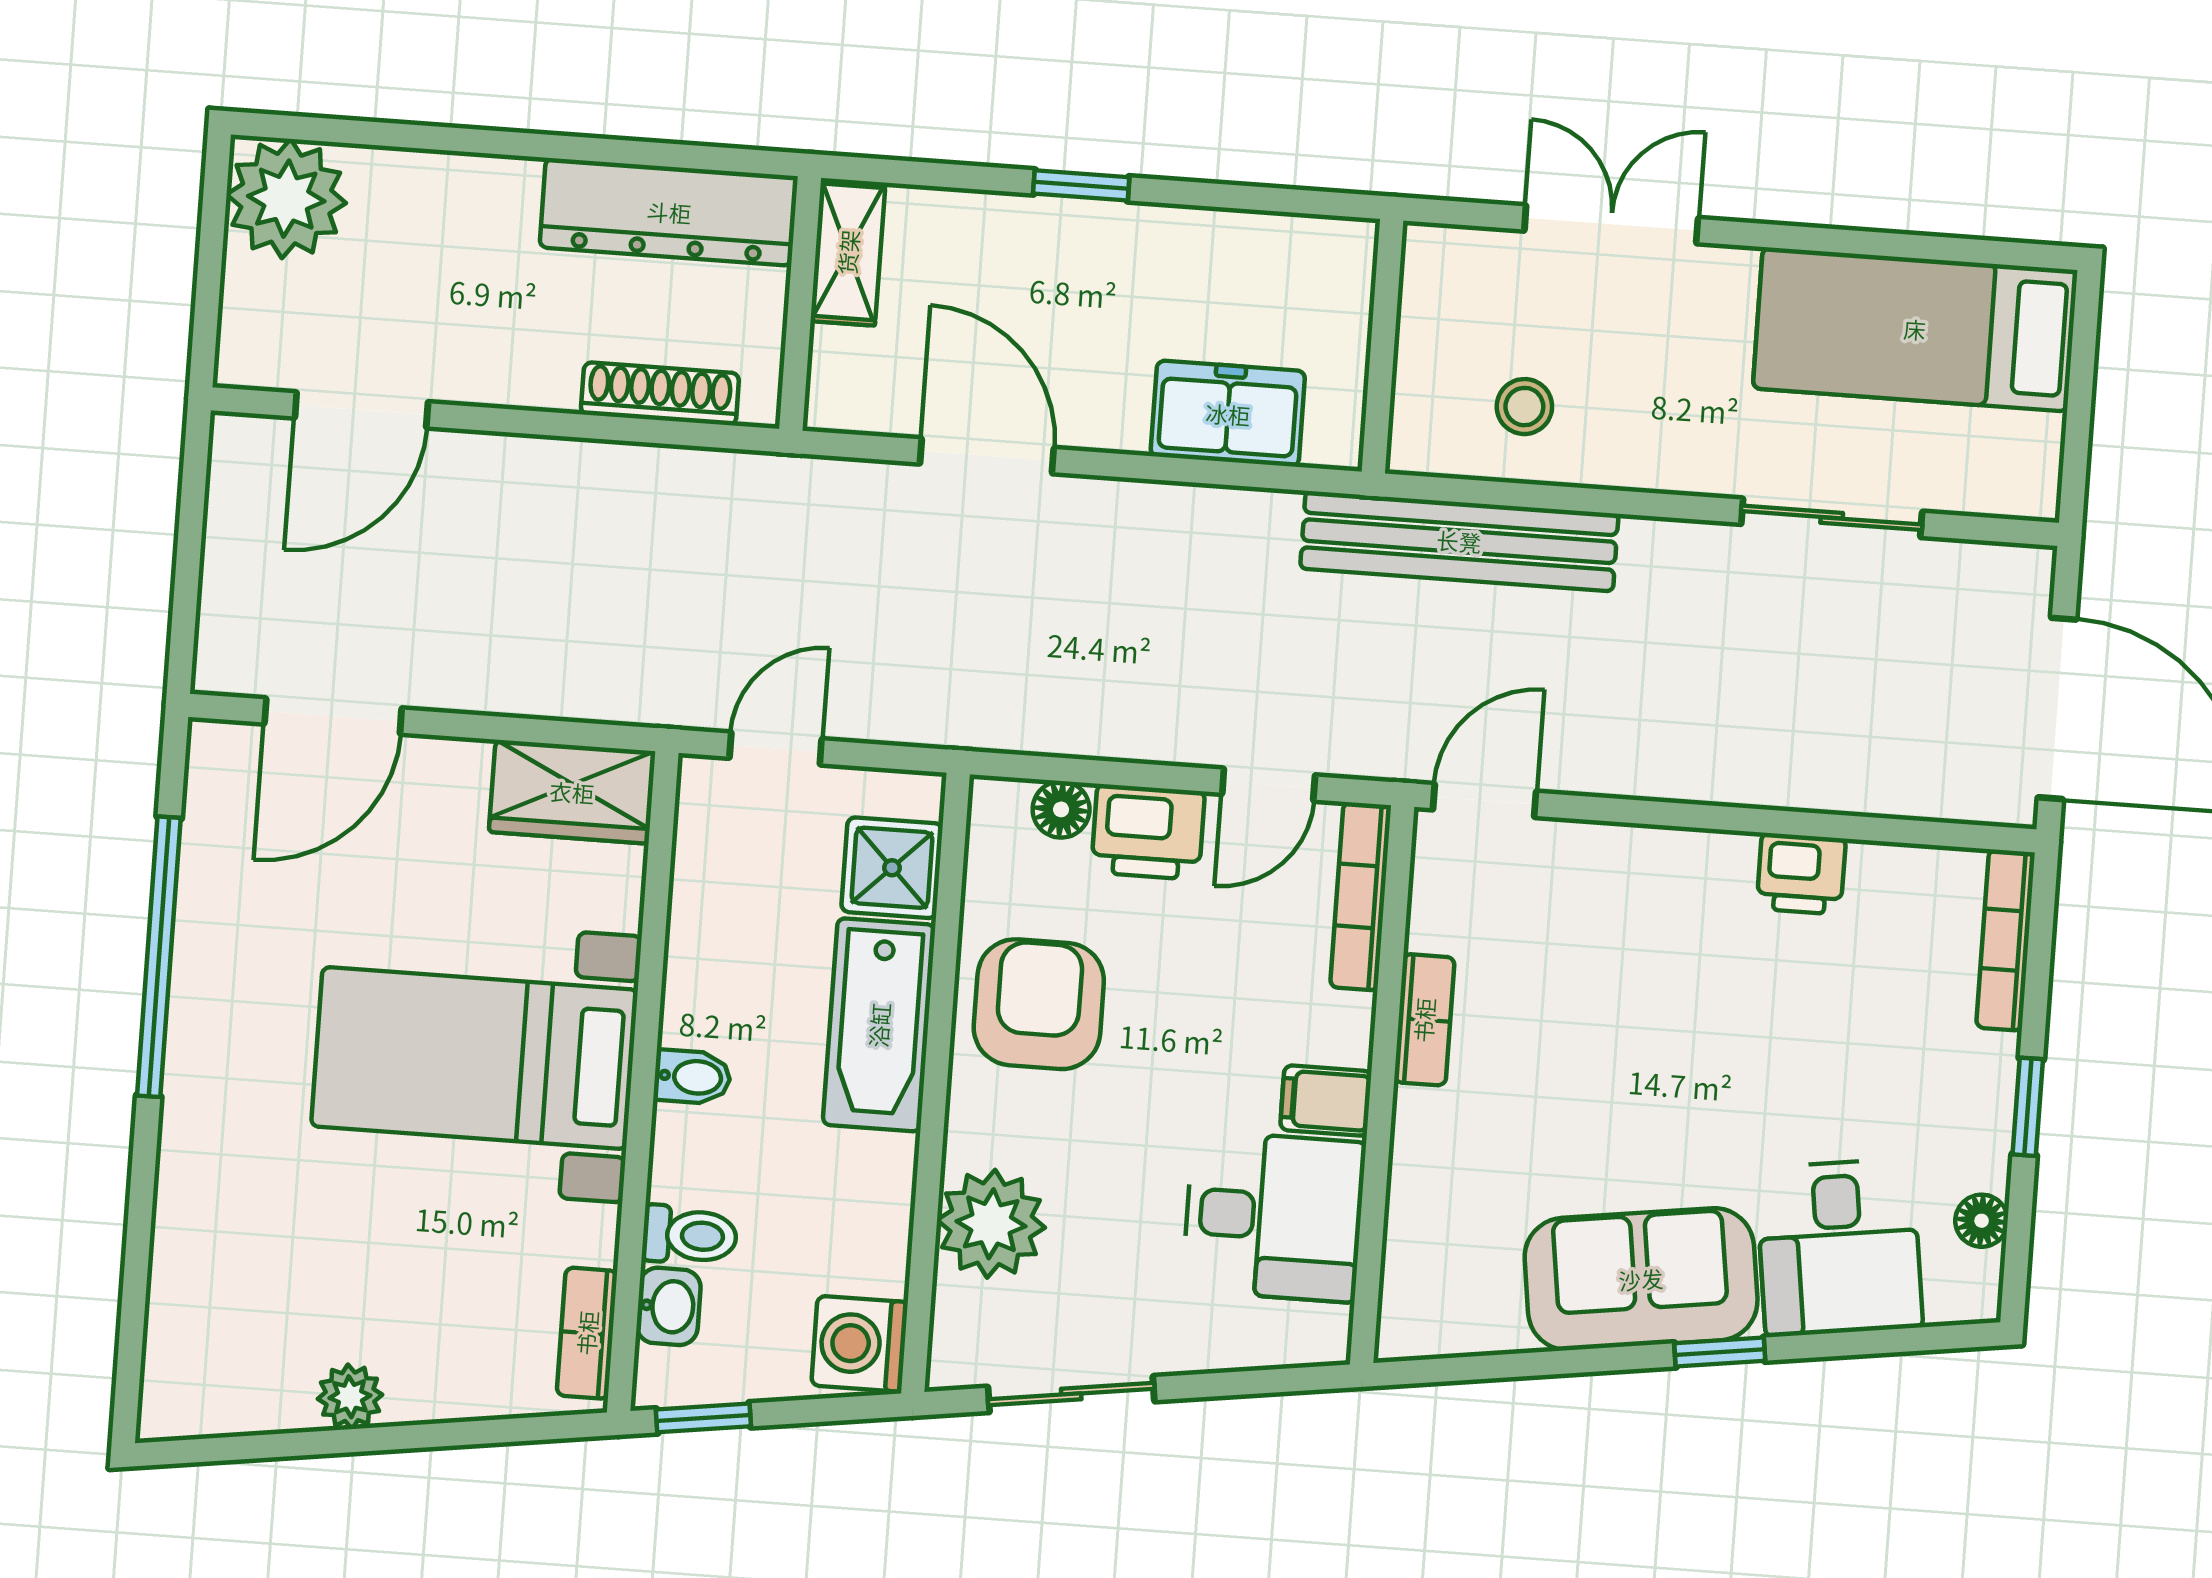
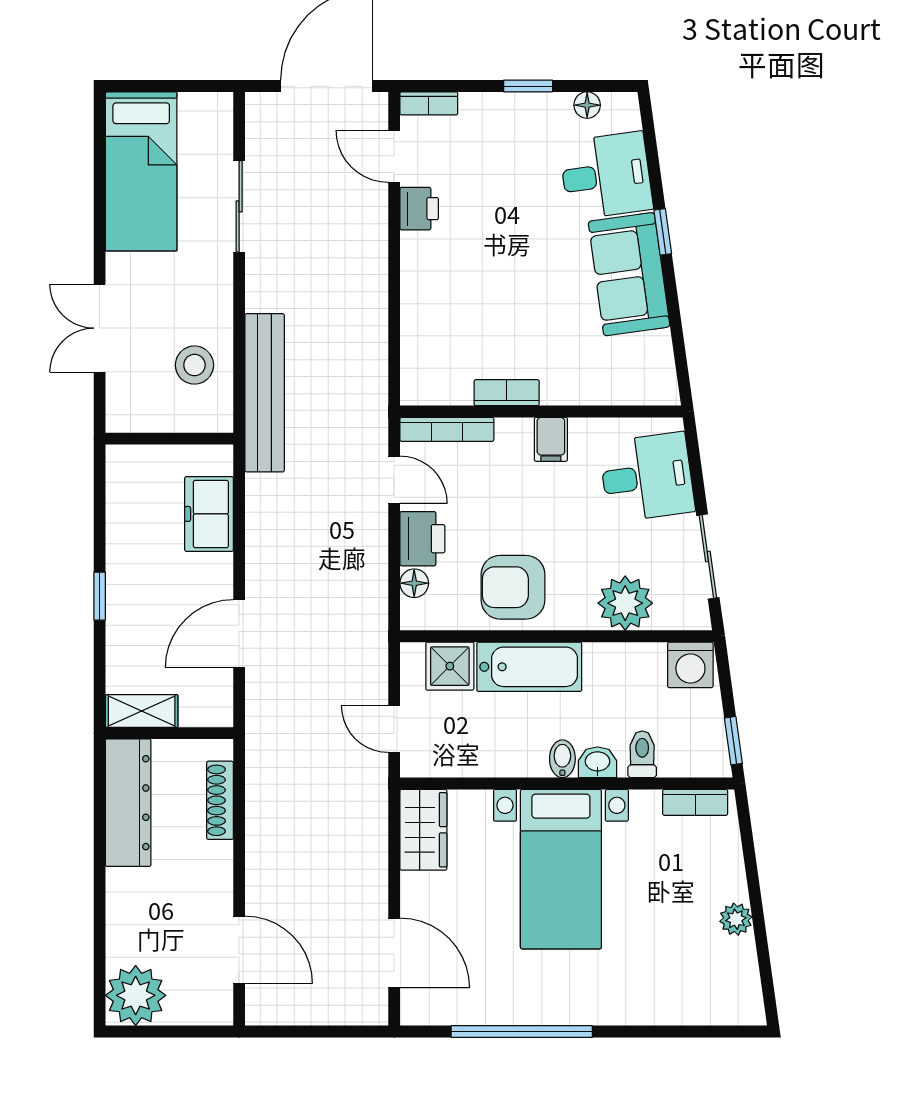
stool: (1524, 407) -> (194, 365), width x1.37, depth x1.37
door: (1485, 801) -> (394, 156), moved
bookcase: (2005, 940) -> (429, 103), width x0.64
desk: (1274, 1216) -> (647, 477), moved, turned 82
washbasin: (669, 1306) -> (597, 762), moved

